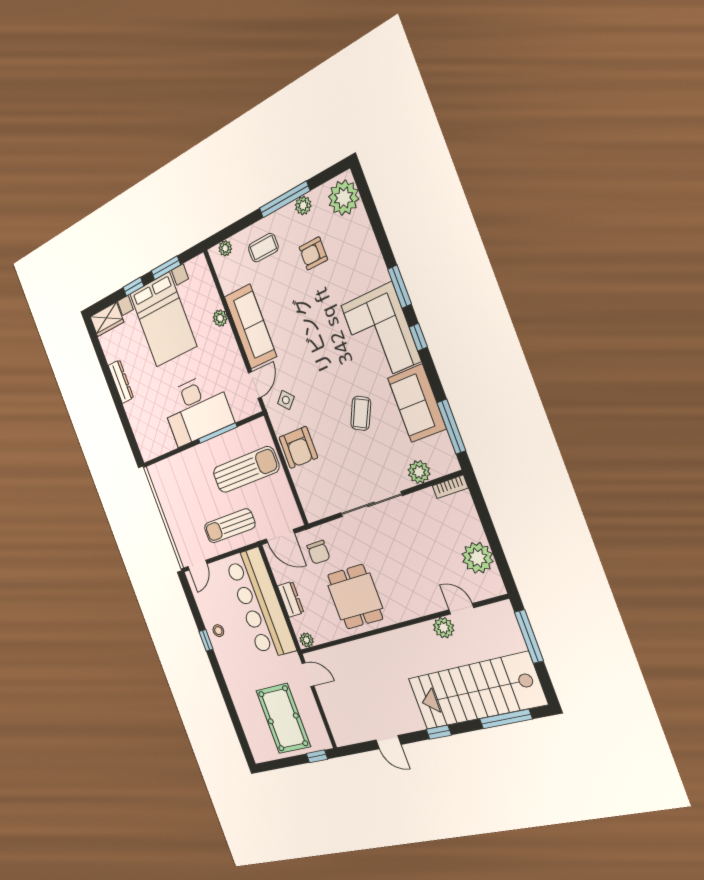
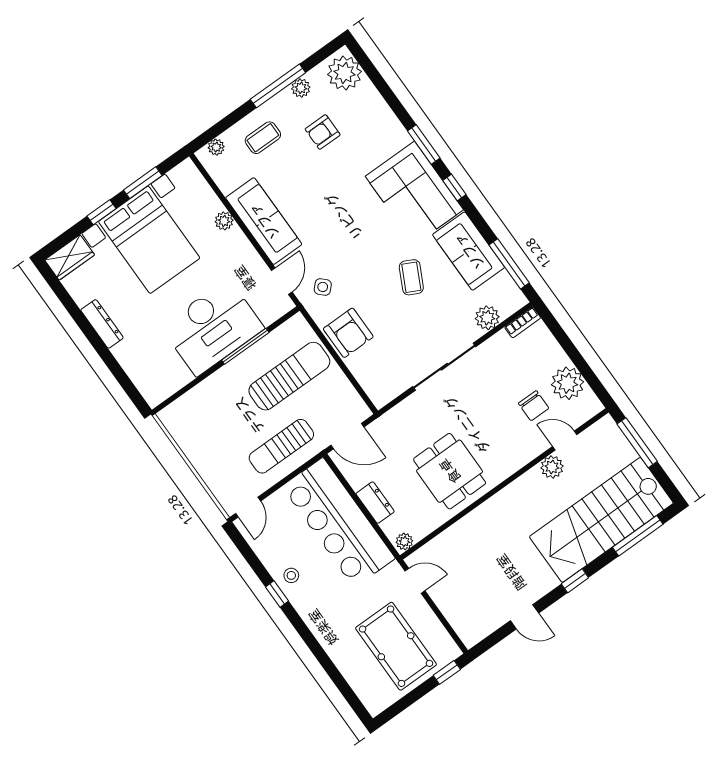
chair: (318, 552) -> (534, 406), moved

